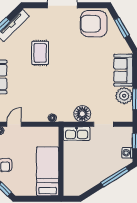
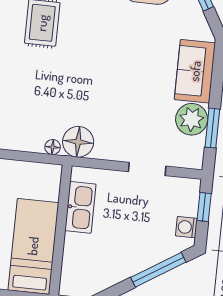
floor lamp: (82, 114) -> (78, 142), moved
kitchen sink: (77, 134) -> (80, 207), moved, turned -90

